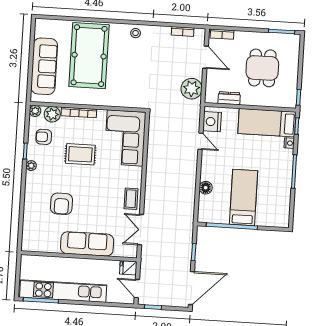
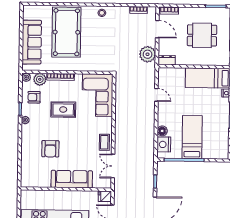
dining table: (262, 68) -> (202, 35), turned 90
dresser: (229, 98) -> (167, 60), moved
nightstand: (212, 122) -> (164, 144), moved

